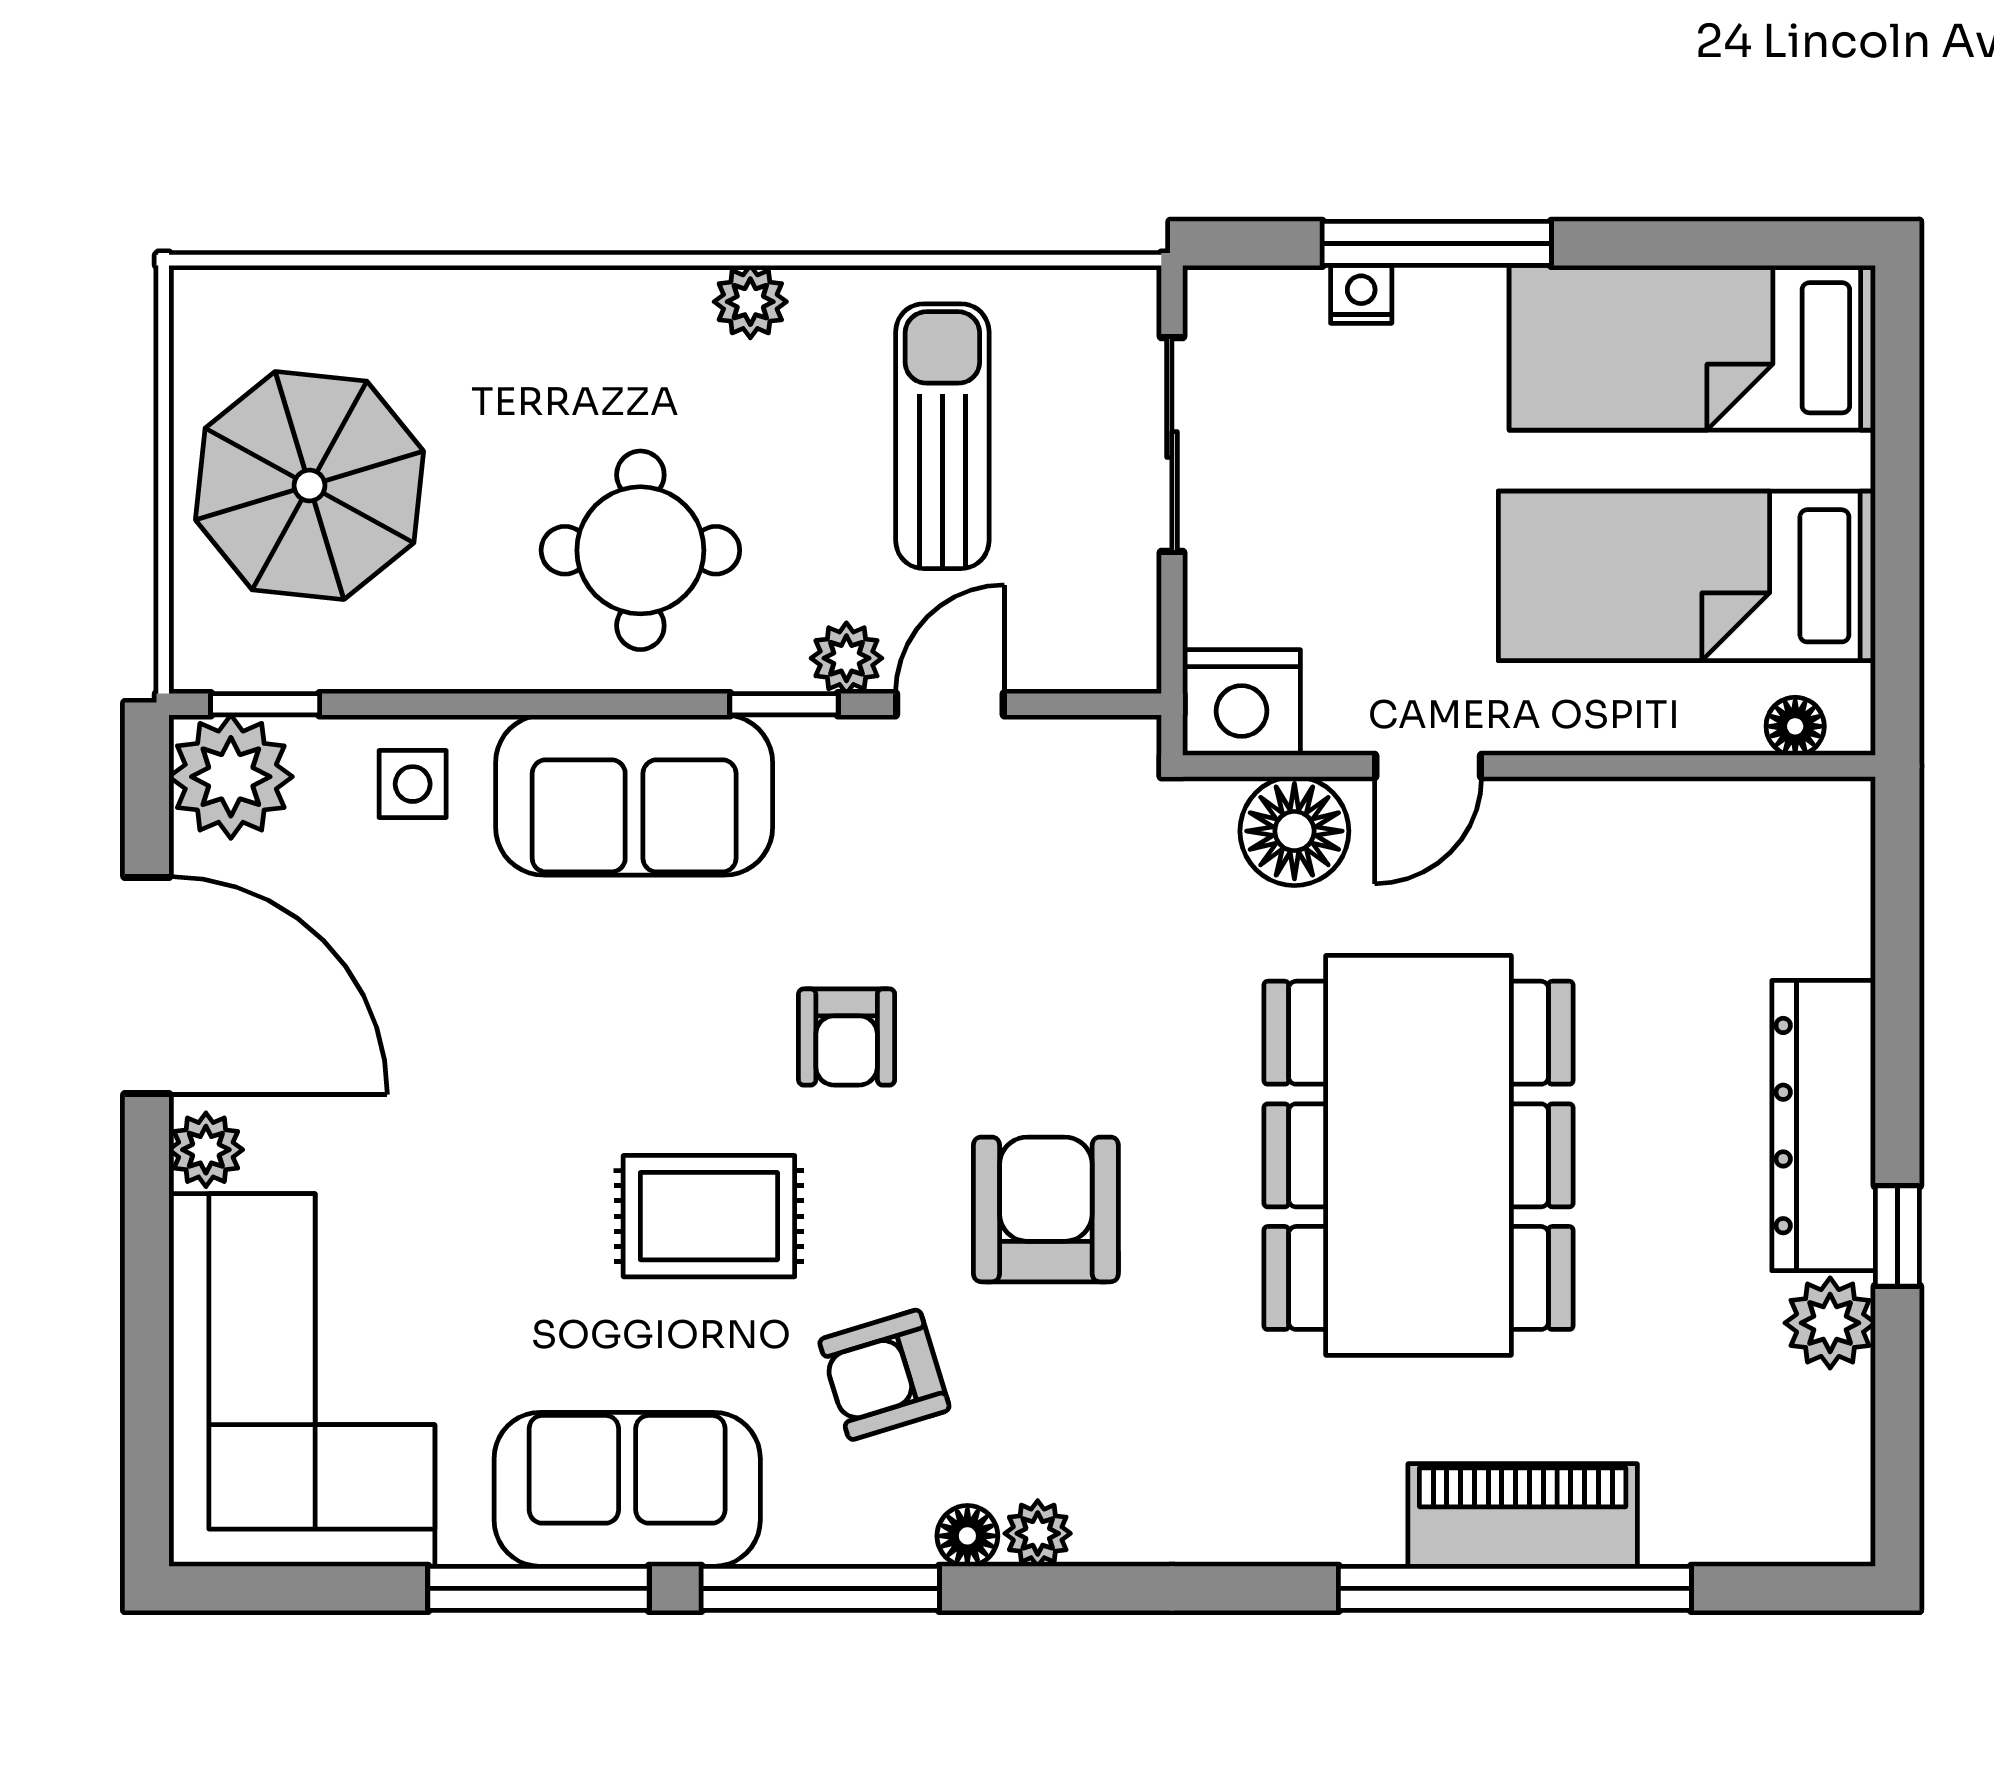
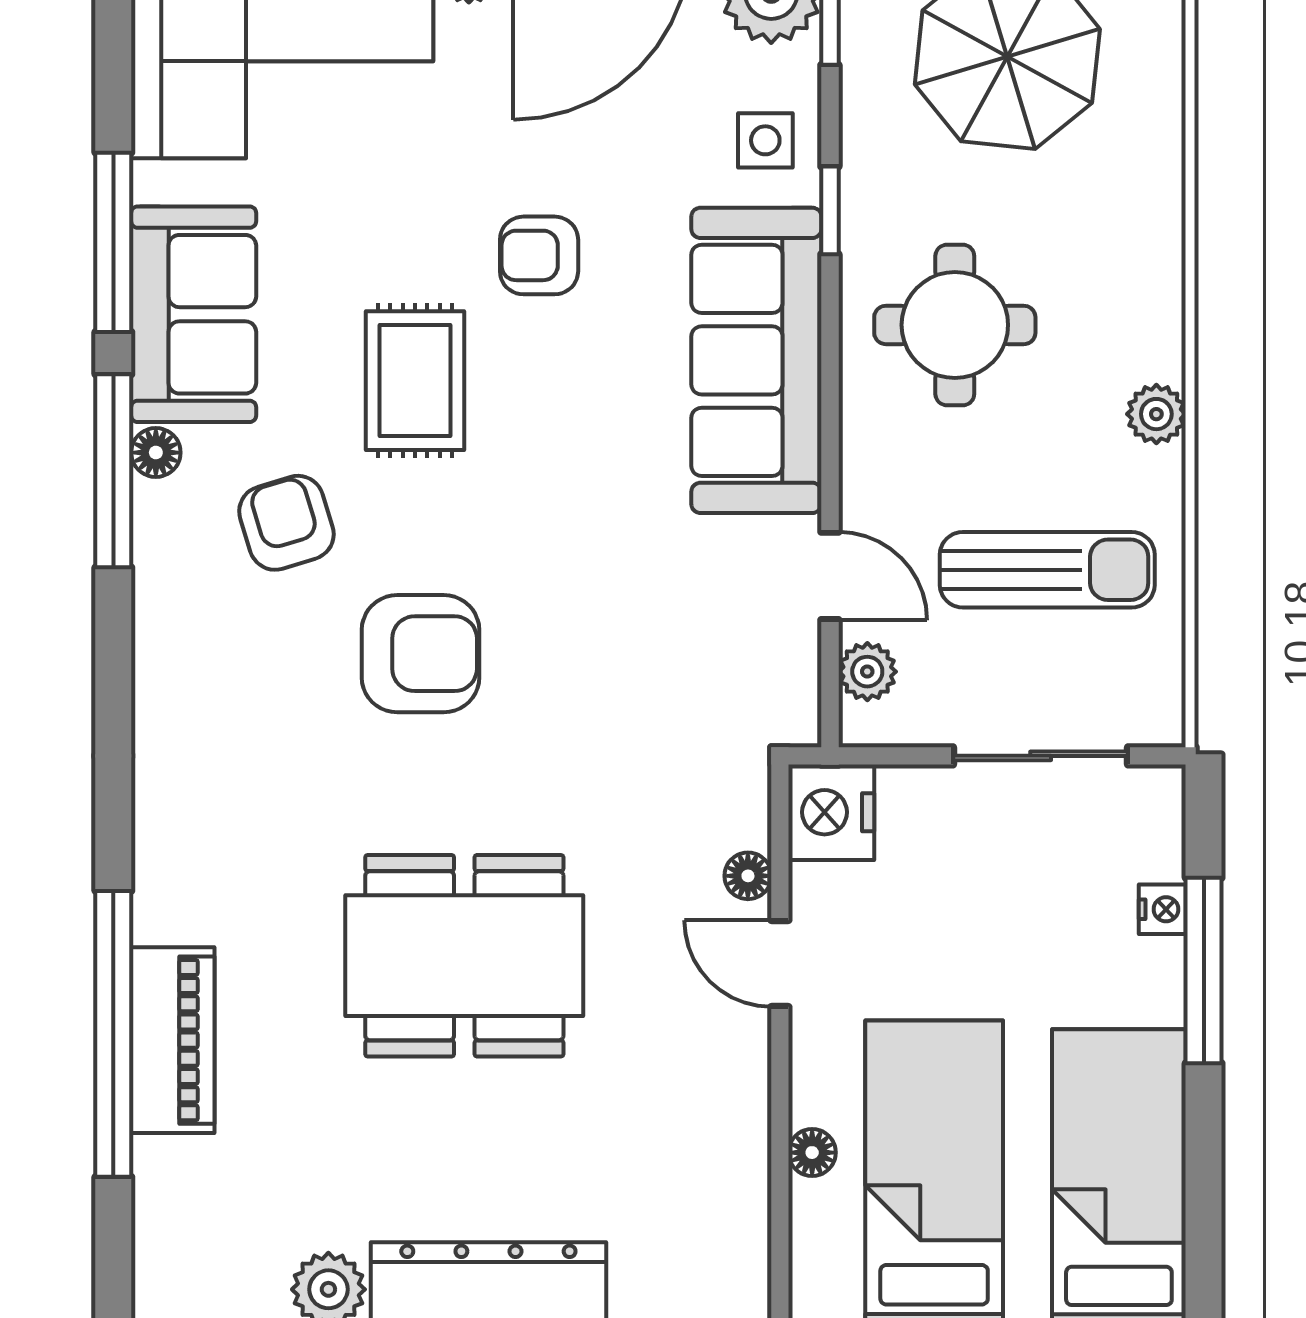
plant: (846, 658) -> (867, 672), moved
window: (784, 704) -> (830, 210), moved
floor lamp: (1795, 726) -> (812, 1153), moved
sofa: (634, 795) -> (756, 360), width x1.36
floor lamp: (1294, 831) -> (748, 876), width x0.53, depth x0.53
armchair: (847, 1037) -> (539, 255), moved
dining table: (1419, 1155) -> (464, 956), width x0.73, depth x0.80
plant: (1038, 1533) -> (158, 647), removed
floor lamp: (967, 1536) -> (156, 453), moved

